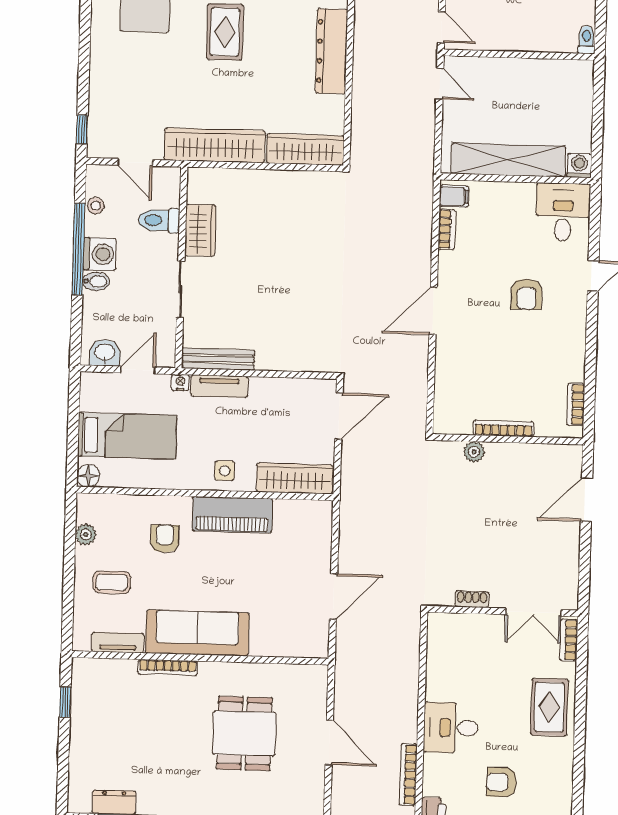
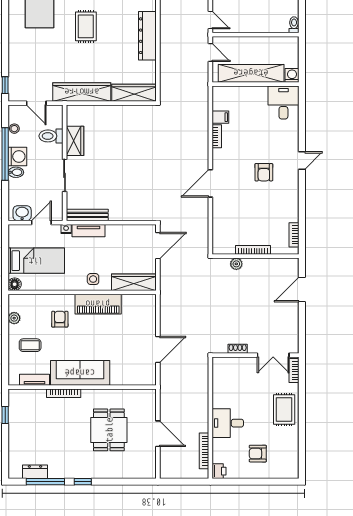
shelving: (508, 160) -> (251, 73), moved
washing machine: (579, 166) -> (292, 75), moved
wall: (516, 179) -> (256, 84), moved
desk: (563, 212) -> (283, 102), moved

